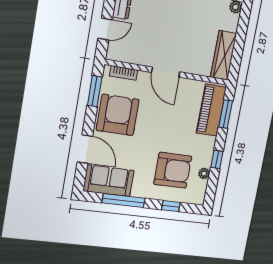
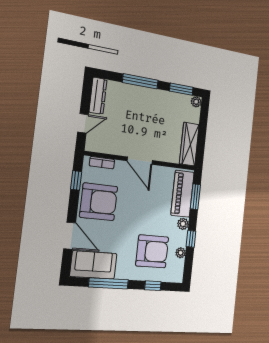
window: (95, 91) -> (76, 180), width x0.67
armchair: (118, 115) -> (99, 202), turned 90
plant: (209, 143) -> (183, 224), added

